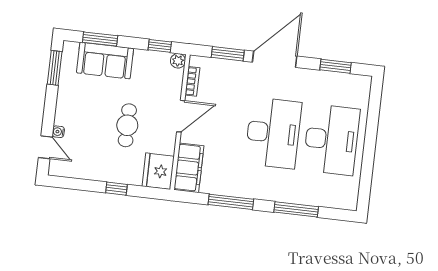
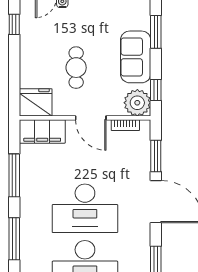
sofa: (105, 61) -> (136, 57), moved
plant: (178, 61) -> (137, 103), width x1.87, depth x1.87
cafe table: (127, 125) -> (76, 68), turned 90
window: (116, 189) -> (14, 24), moved

